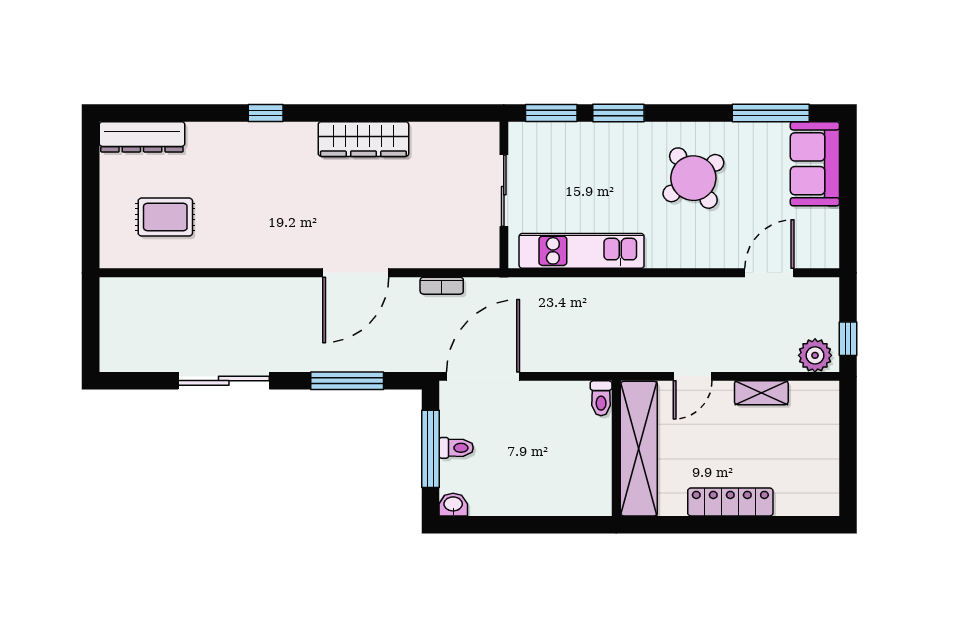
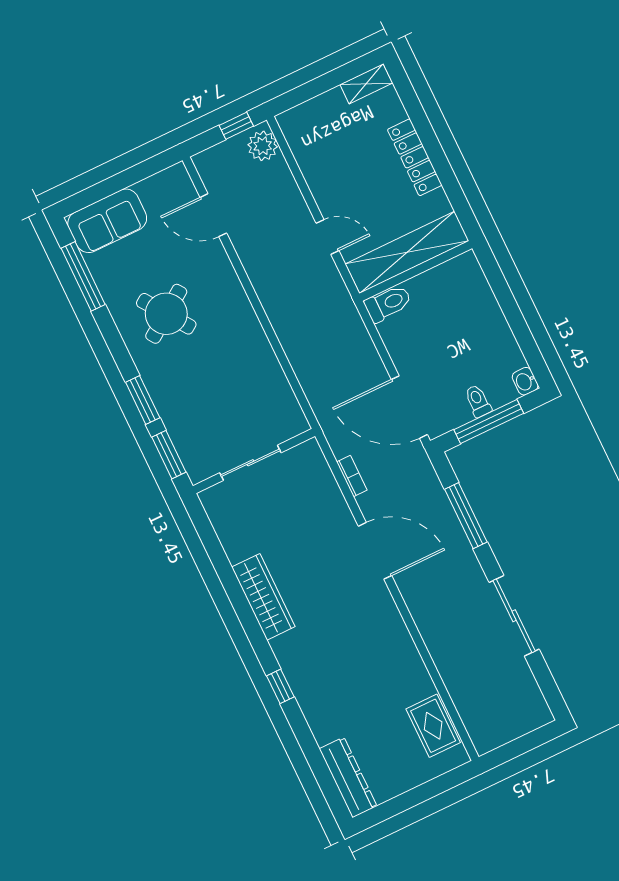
rug: (165, 217) -> (433, 726), moved
kitchen unit: (582, 251) -> (269, 376), removed
shelving: (761, 393) -> (366, 84), moved, turned 90
toilet: (601, 398) -> (388, 303), width x1.37, depth x1.39

